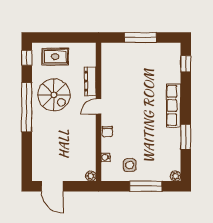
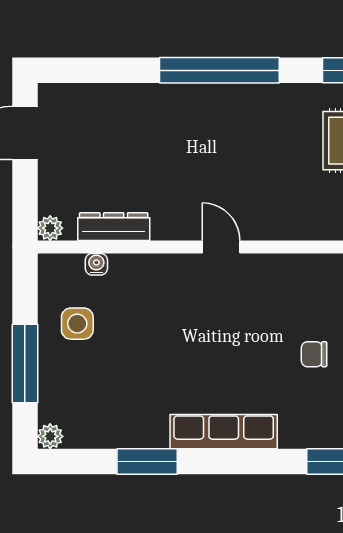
dresser: (90, 81) -> (114, 227), moved
spiral stairs: (54, 95) -> (250, 137), removed
chair: (107, 132) -> (314, 354), moved

